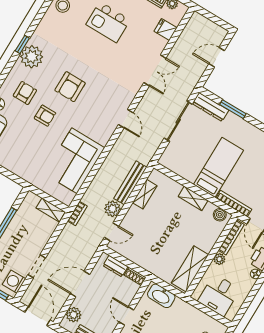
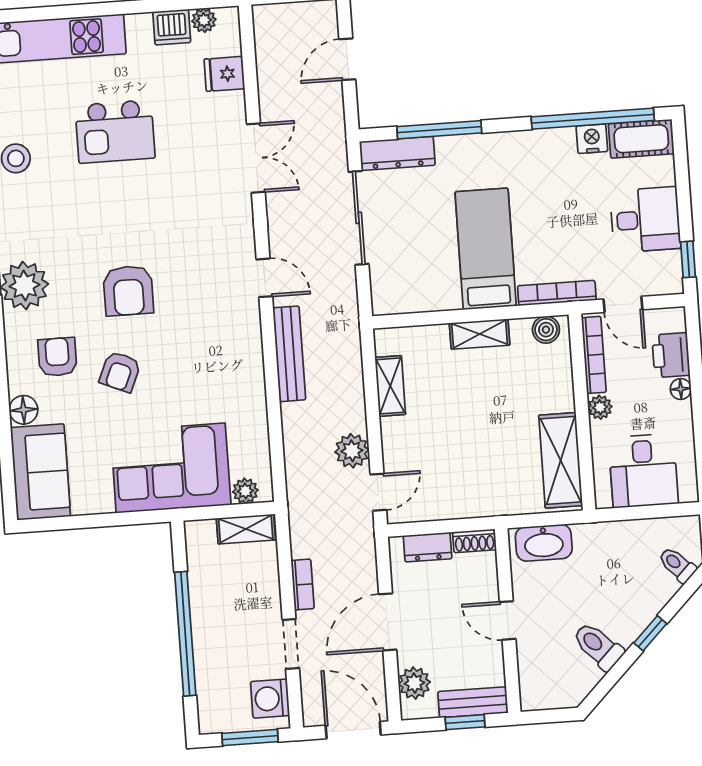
window: (233, 109) -> (439, 130), width x1.44
armchair: (45, 116) -> (120, 372), turned 113
corner sofa: (75, 161) -> (171, 468), moved, turned 90
bench: (130, 183) -> (289, 354), moved
plant: (61, 195) -> (245, 491), added
bookcase: (77, 213) -> (303, 585), moved

